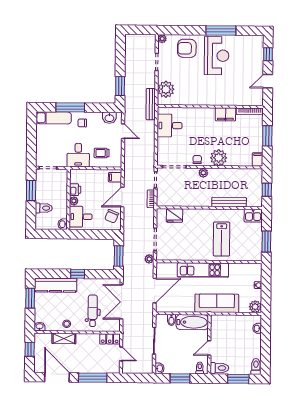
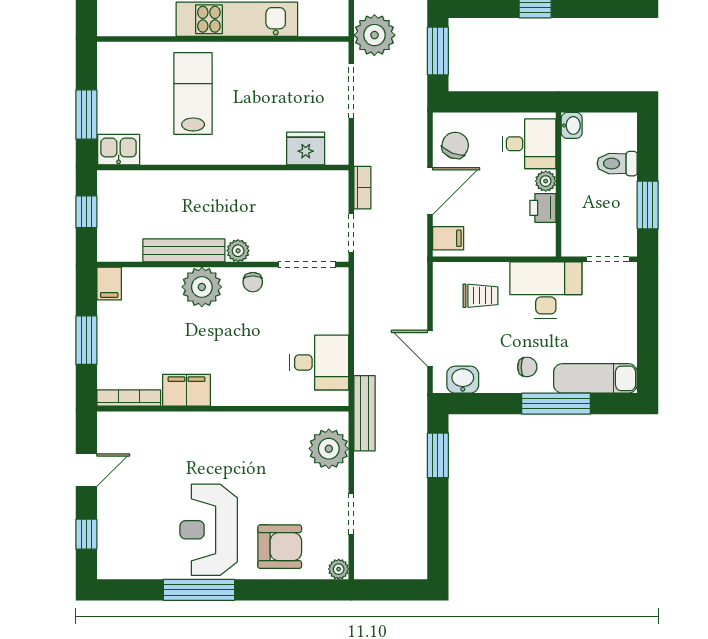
desk: (78, 155) -> (546, 290), width x1.37
bench: (229, 202) -> (184, 250), moved
window: (266, 241) -> (86, 115), moved
plant: (149, 259) -> (374, 35), width x1.88, depth x1.88

